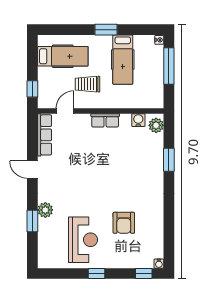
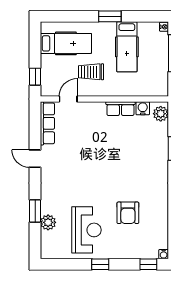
row of seats: (105, 120) -> (120, 109), moved
plant: (45, 210) -> (48, 222), moved

